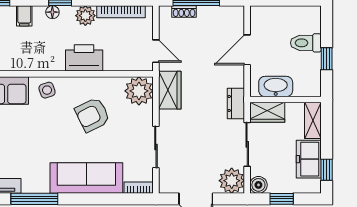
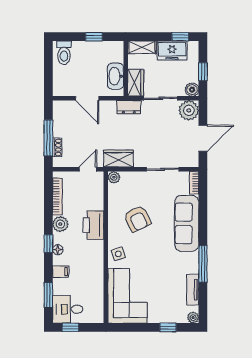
toilet: (306, 43) -> (64, 53), moved
plant: (139, 91) -> (114, 177), width x0.53, depth x0.53

